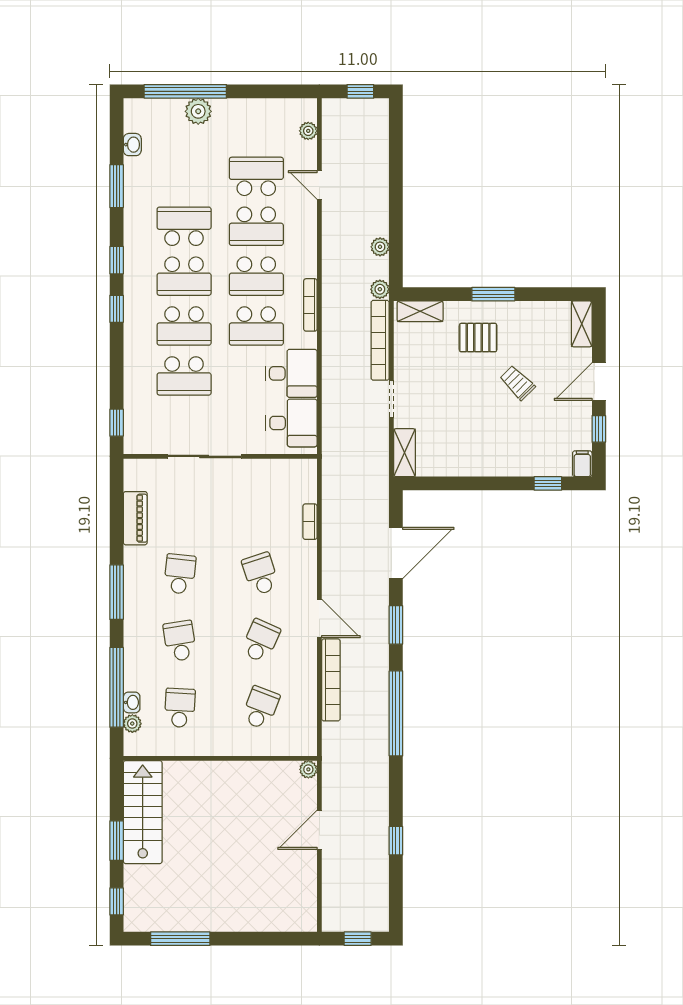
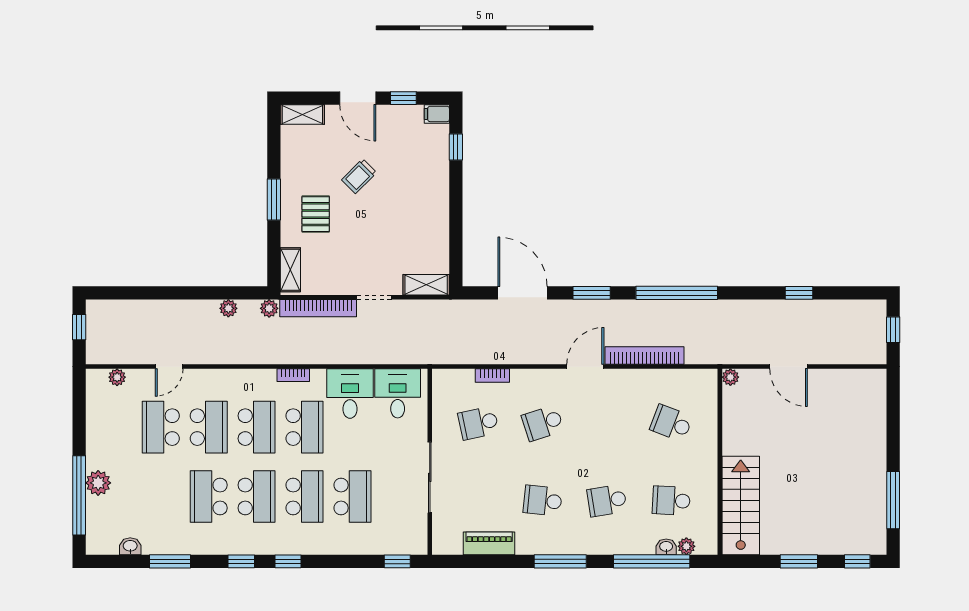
bookcase: (310, 305) -> (293, 375), width x0.64
school desk: (261, 641) -> (478, 423), moved, turned -36
stairs: (143, 812) -> (741, 505), moved, turned 90

